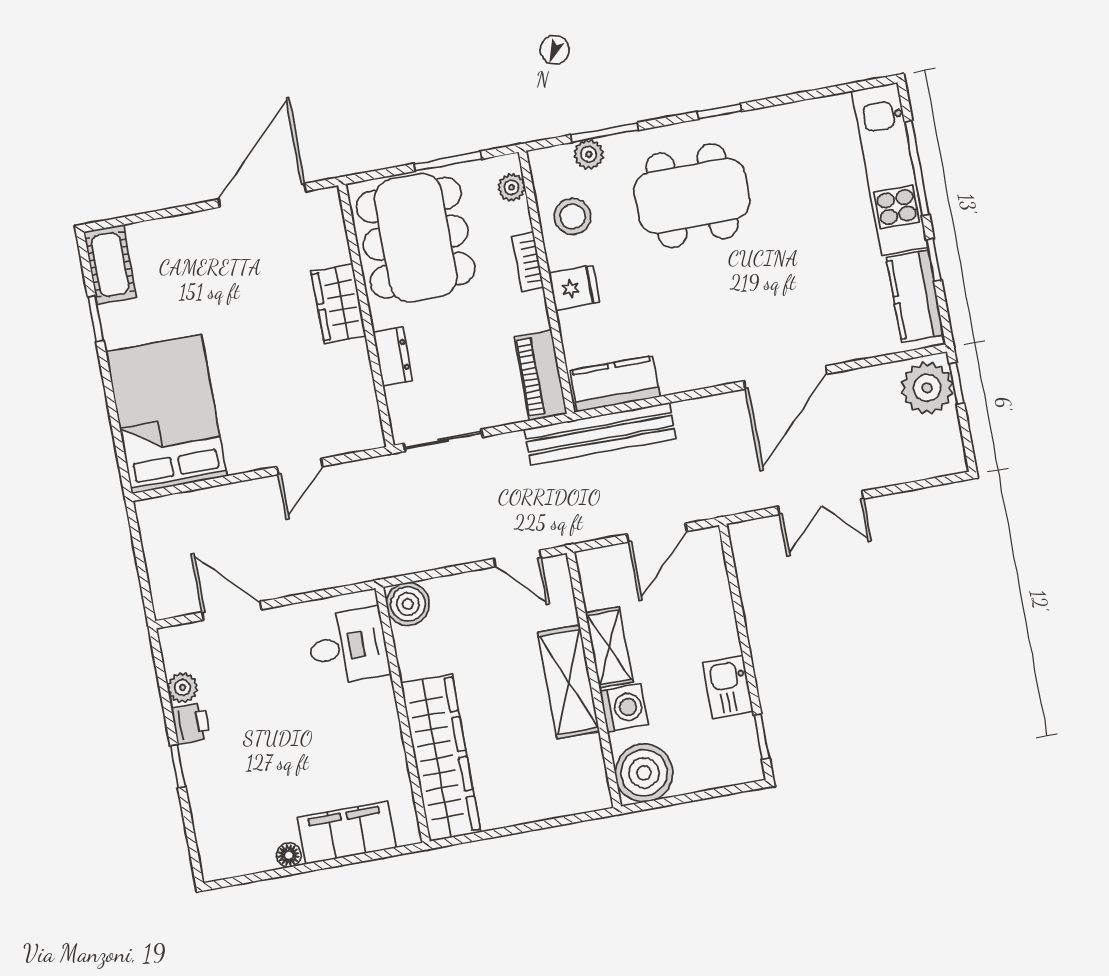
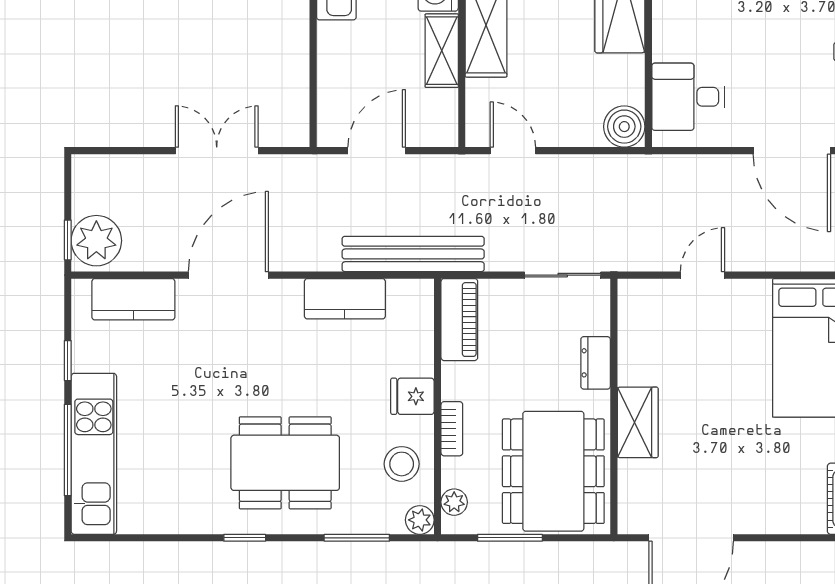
plant: (589, 154) -> (420, 520), moved
kitchen counter: (915, 296) -> (133, 299), moved, turned 90
kitchen counter: (615, 384) -> (345, 299), moved
door: (232, 611) -> (792, 151), width x1.36

